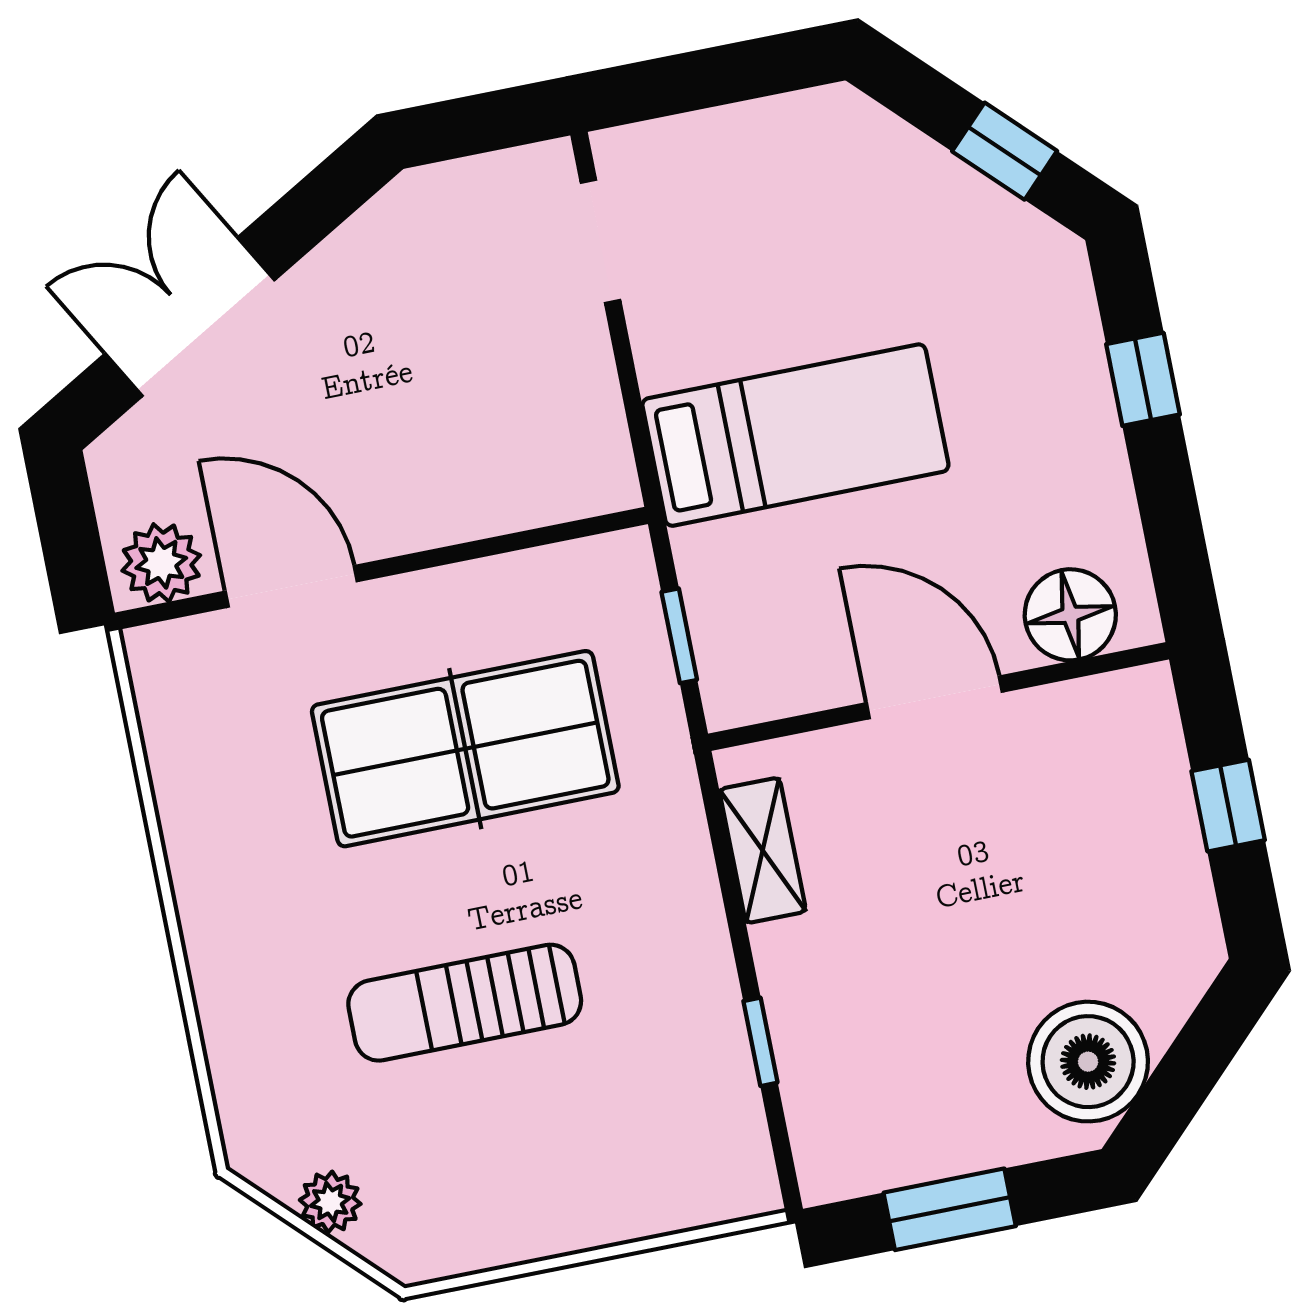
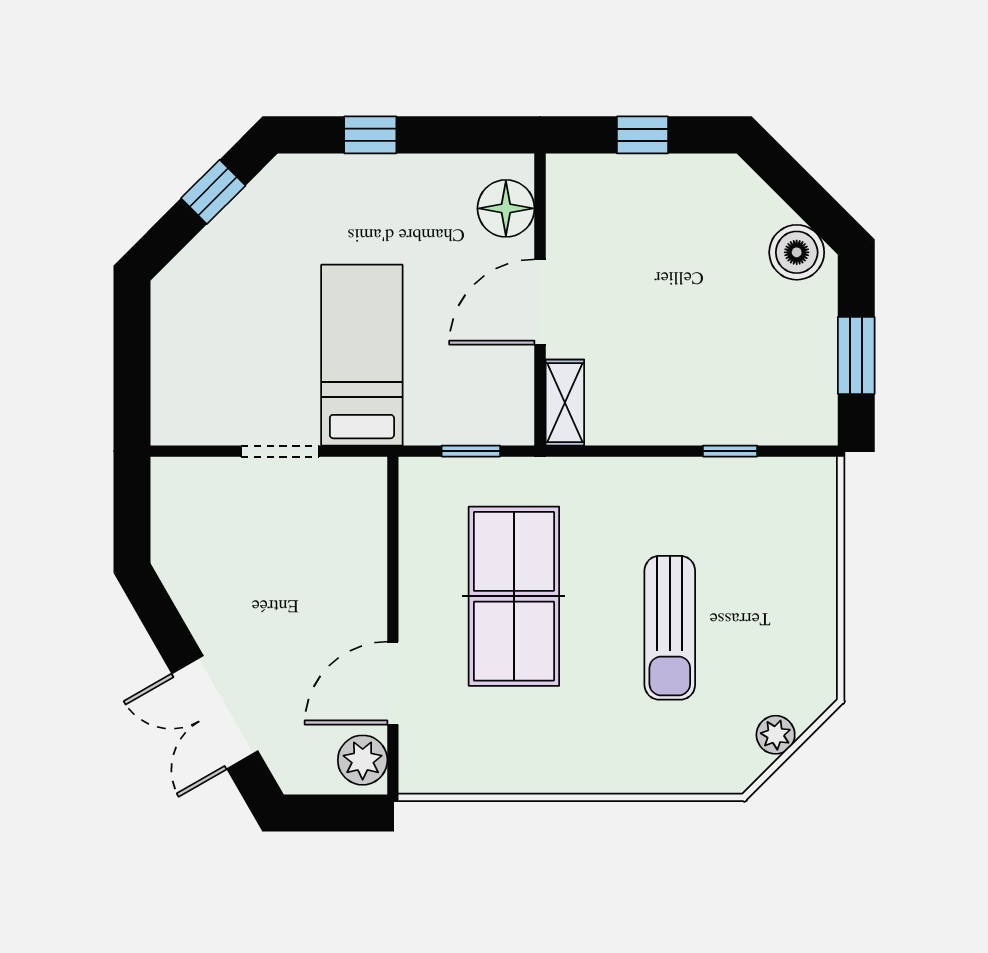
doorway: (600, 241) -> (280, 451), moved
shelving: (763, 850) -> (565, 403), moved, turned 90
boiler: (1088, 1062) -> (797, 252), width x0.73, depth x0.73

